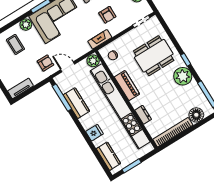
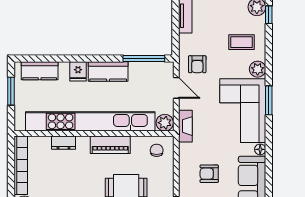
fireplace: (100, 39) -> (185, 126), moved
door: (68, 67) -> (176, 88), hinge flipped
kitchen counter: (76, 103) -> (108, 71), moved

